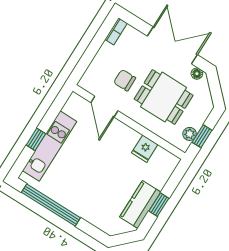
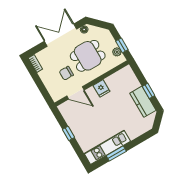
window: (36, 139) -> (68, 133), moved
kitchen unit: (50, 146) -> (107, 147), moved, turned -90
fridge: (145, 149) -> (101, 88), moved
window: (51, 205) -> (116, 153), width x0.47

